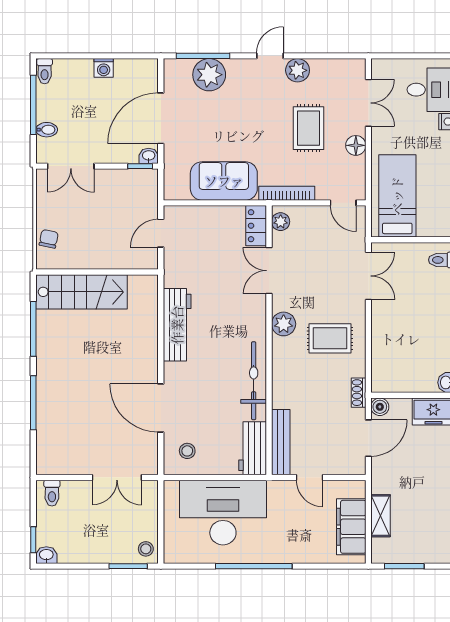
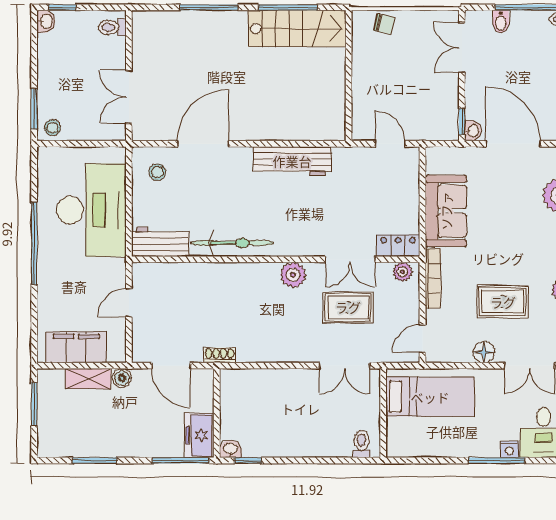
double door: (269, 271) -> (350, 259), swing flipped
stairs: (81, 292) -> (297, 28), moved, turned -90
rug: (330, 338) -> (348, 307), moved, turned 90
boiler: (380, 407) -> (122, 378), moved
bench: (281, 442) -> (167, 272), removed

